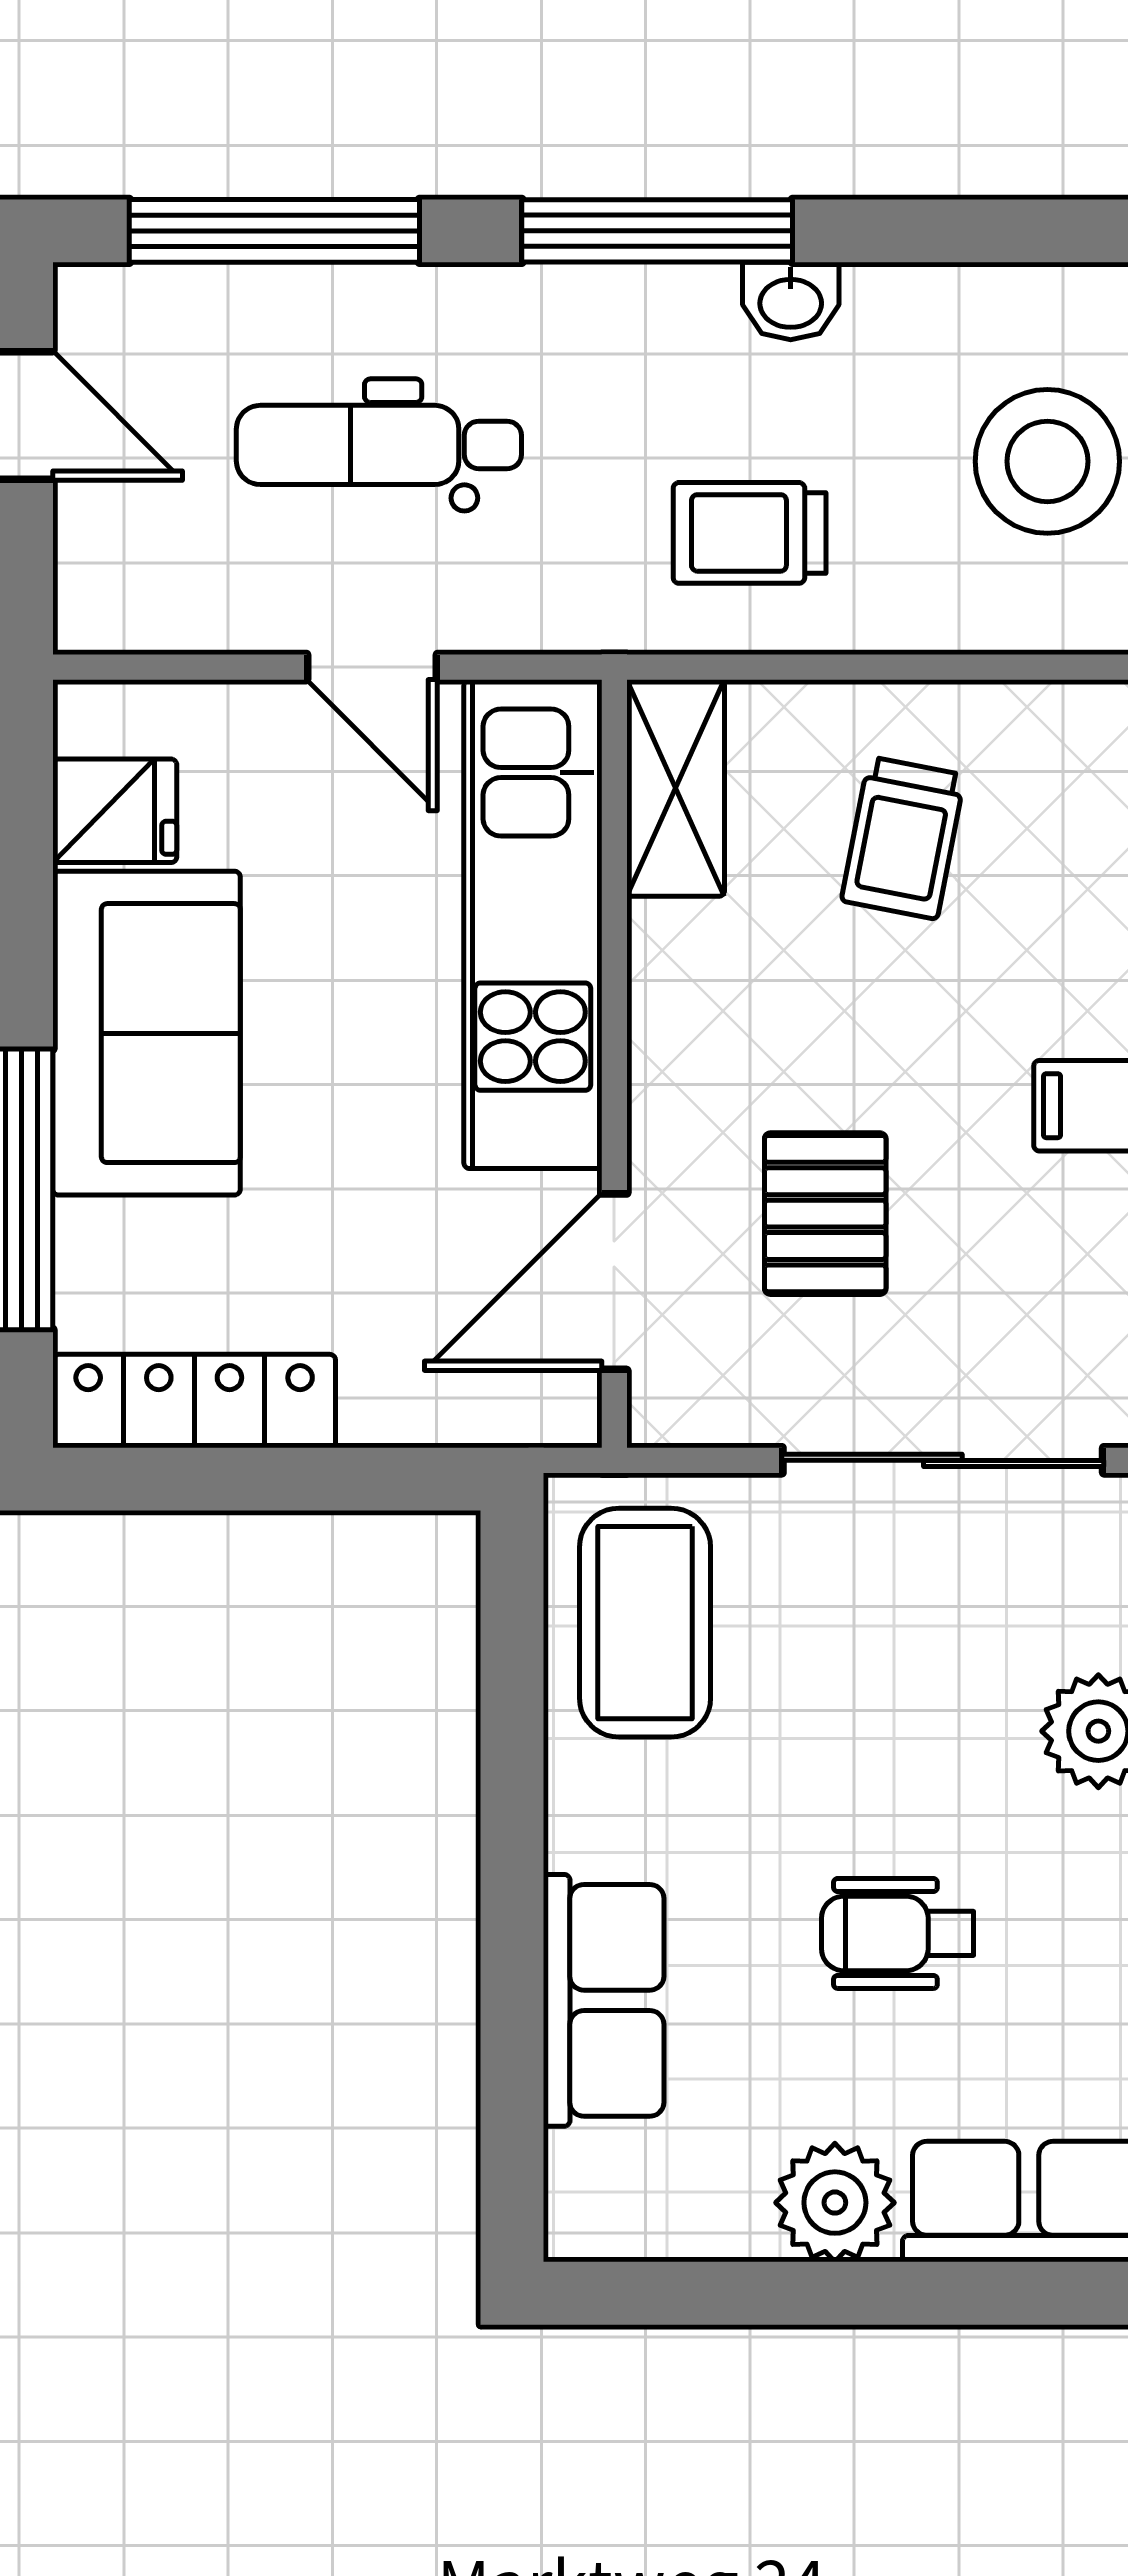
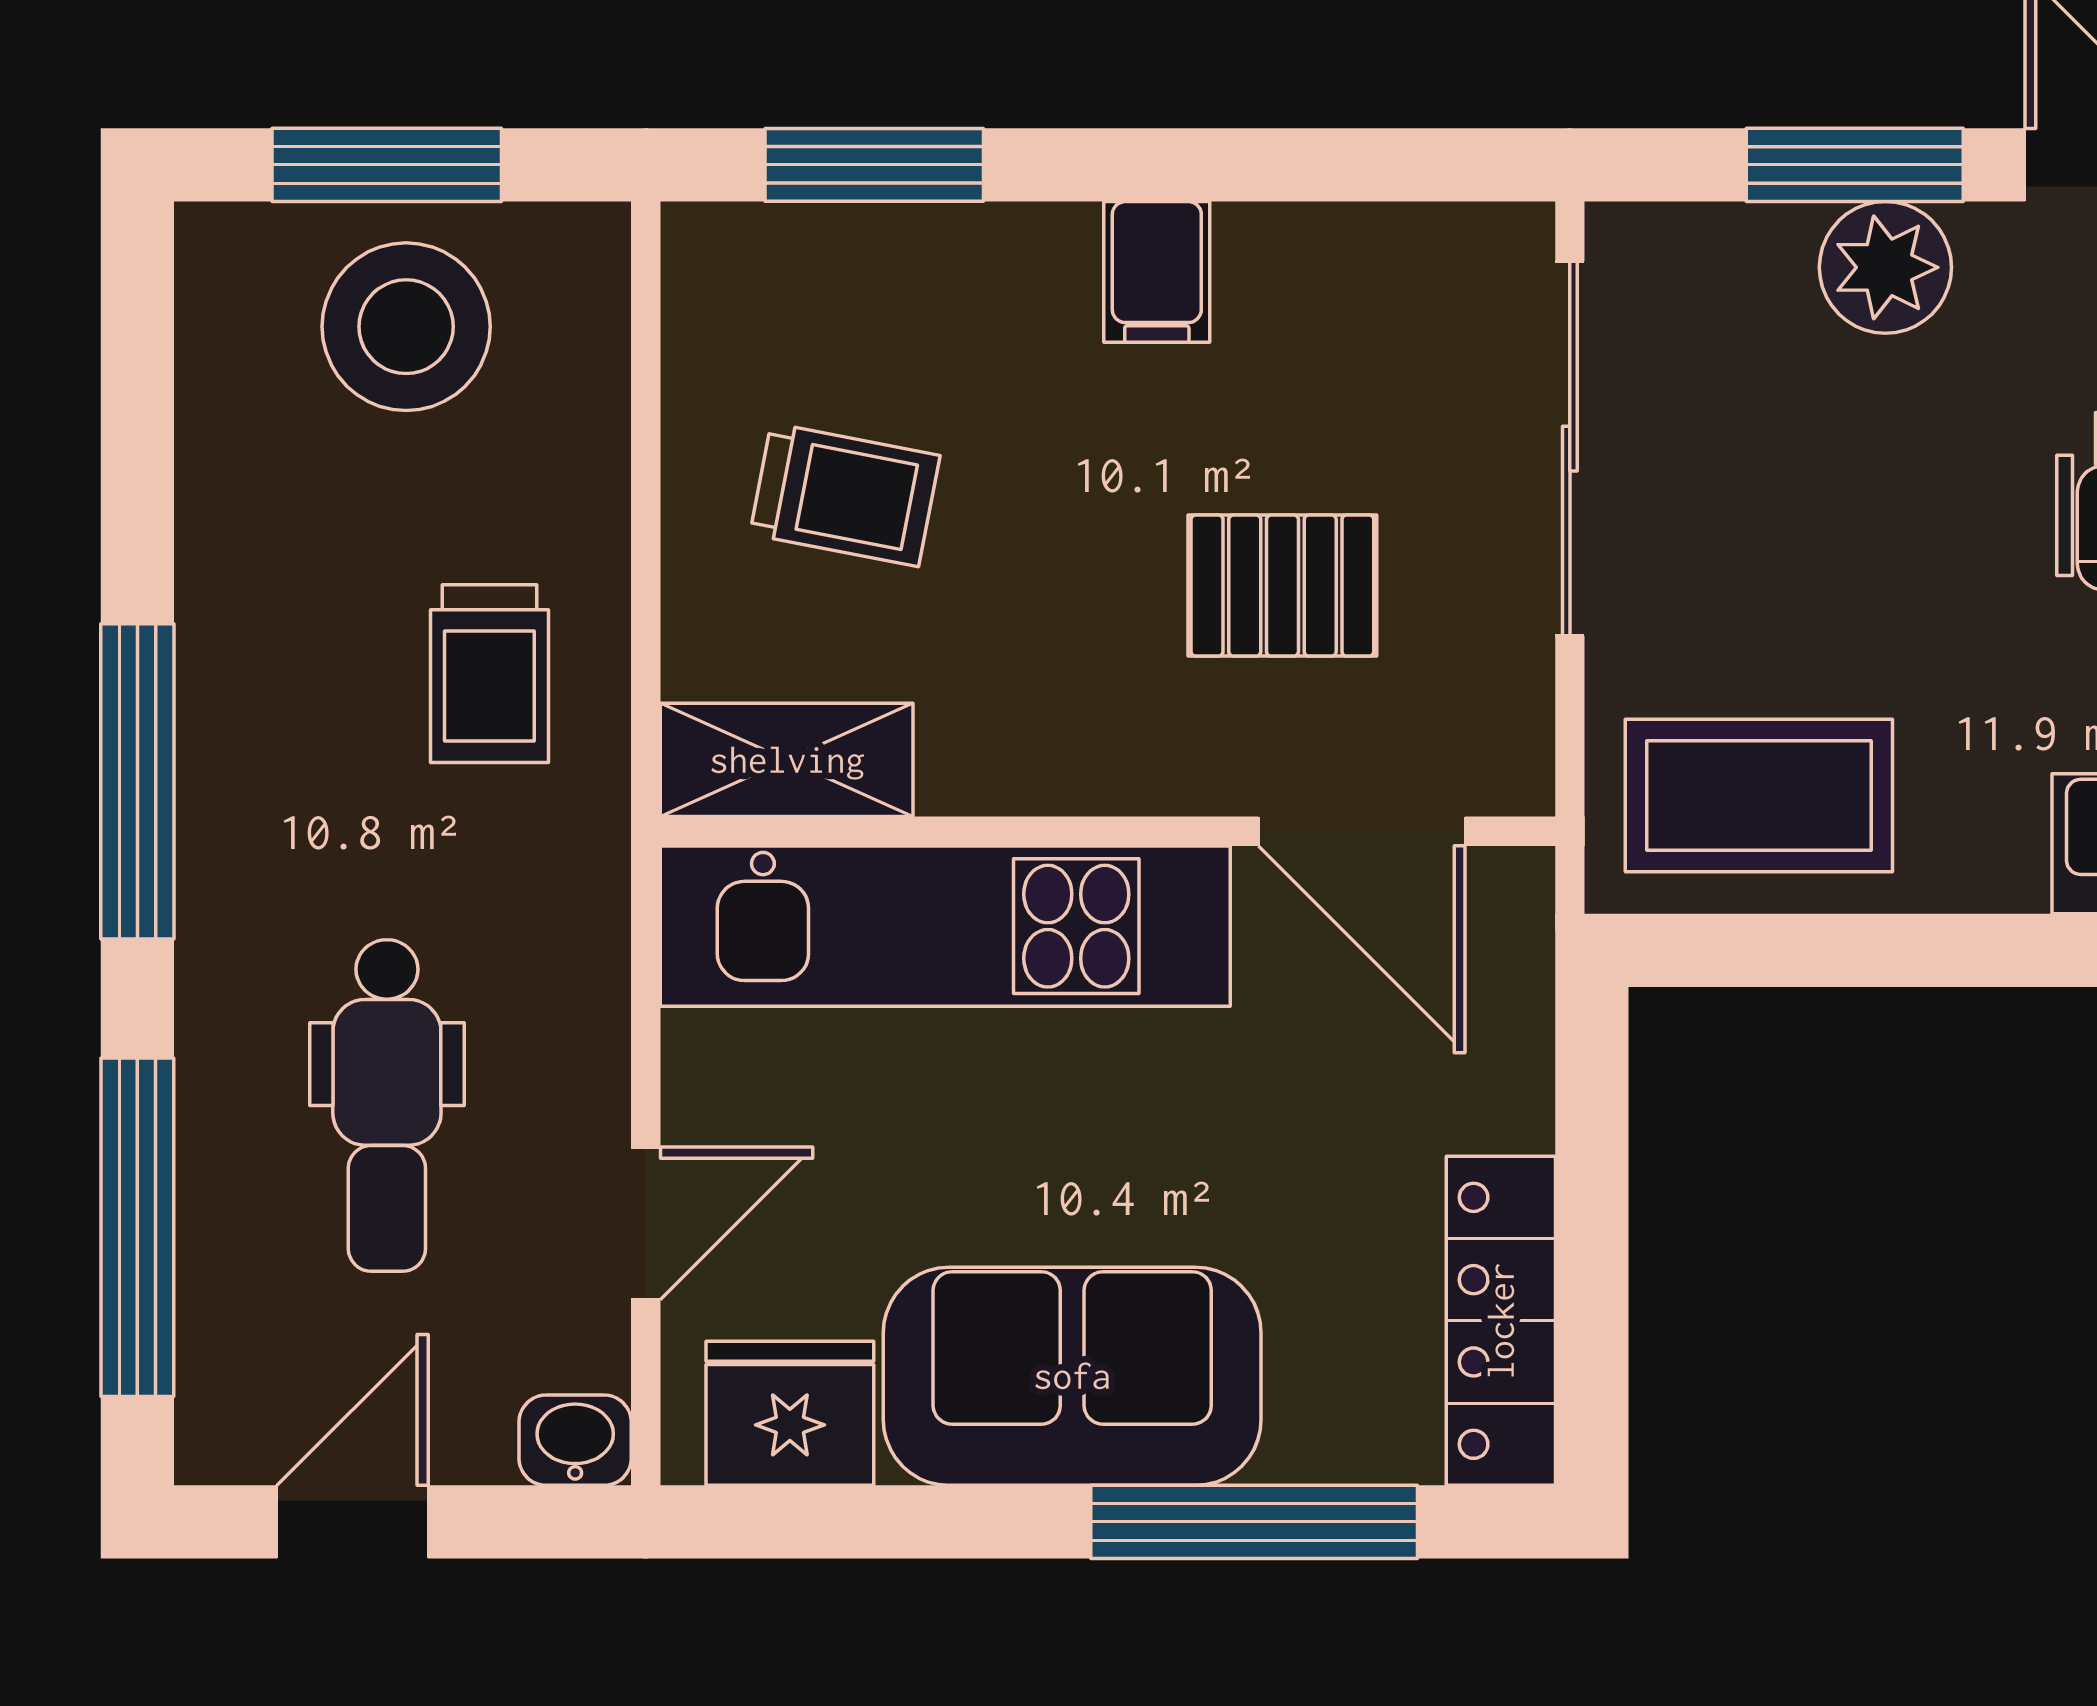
washbasin: (791, 301) -> (575, 1440), moved, turned -90
door: (372, 667) -> (646, 1223), moved
fridge: (115, 811) -> (790, 1413), width x1.38

